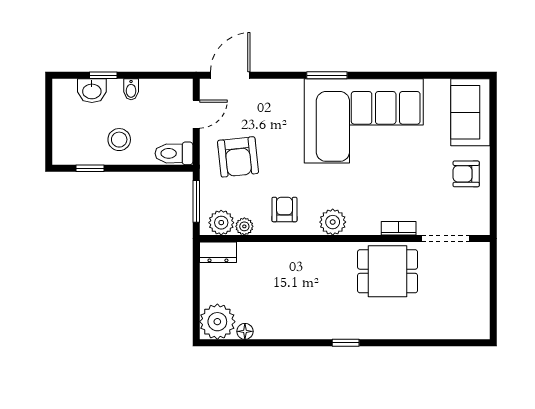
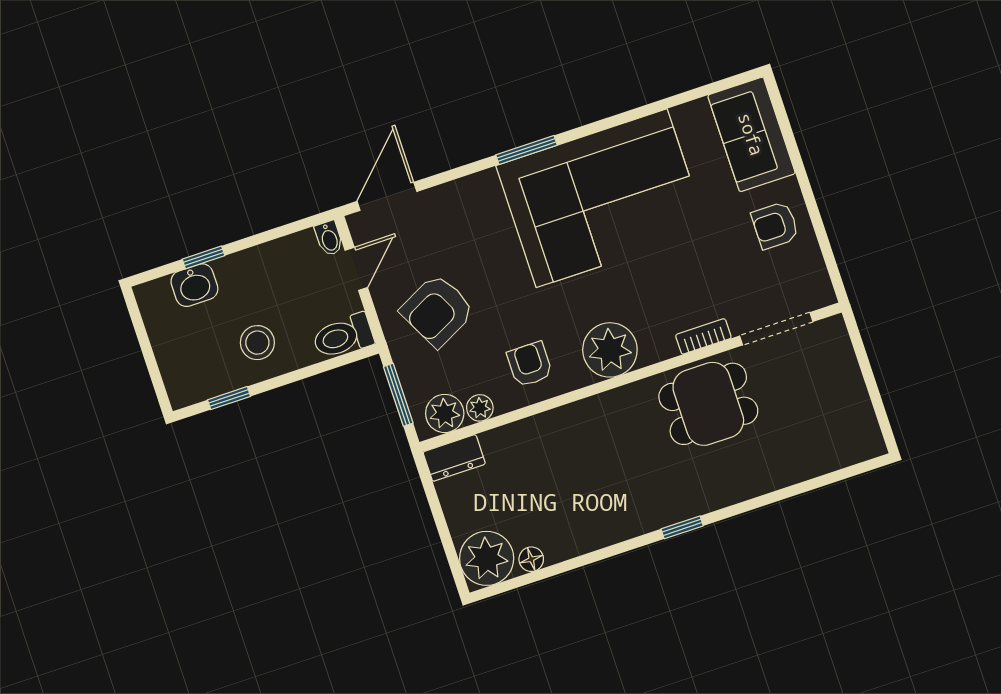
bidet: (131, 89) -> (329, 238), moved
armchair: (238, 157) -> (437, 311), turned 69
plant: (333, 222) -> (610, 350), width x1.36, depth x1.36

